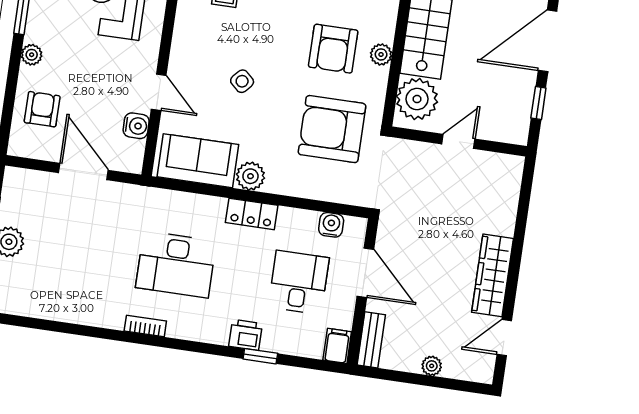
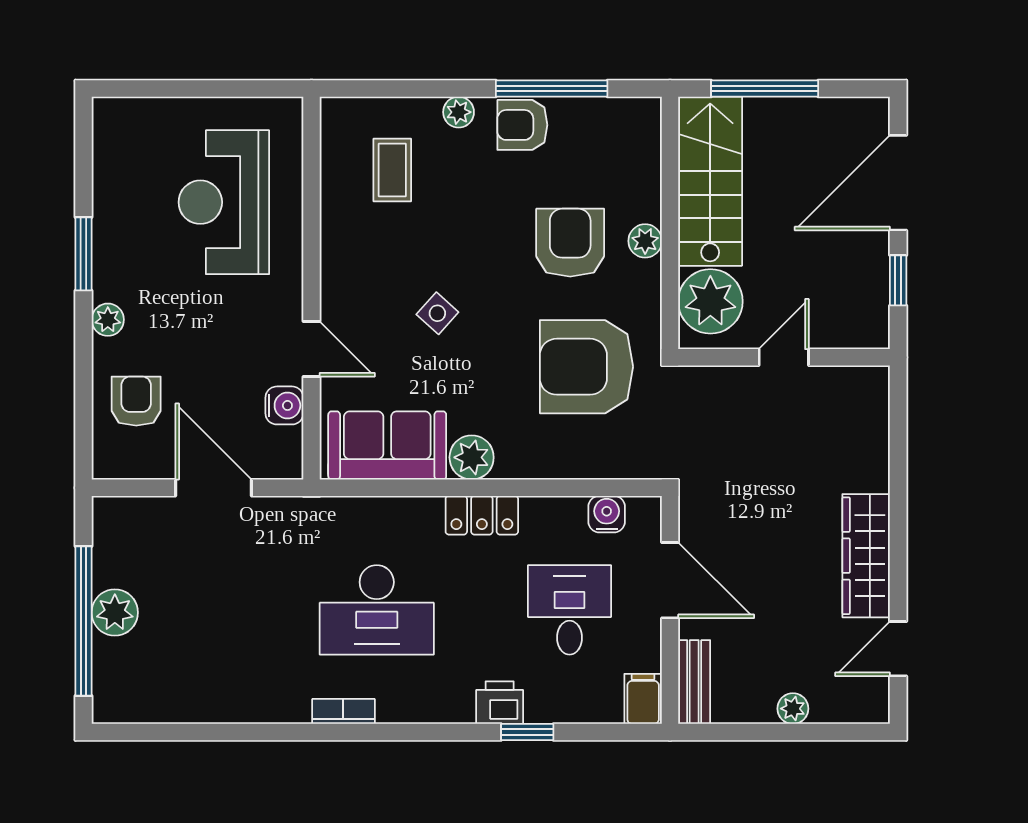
armchair: (333, 49) -> (570, 243), turned 180

